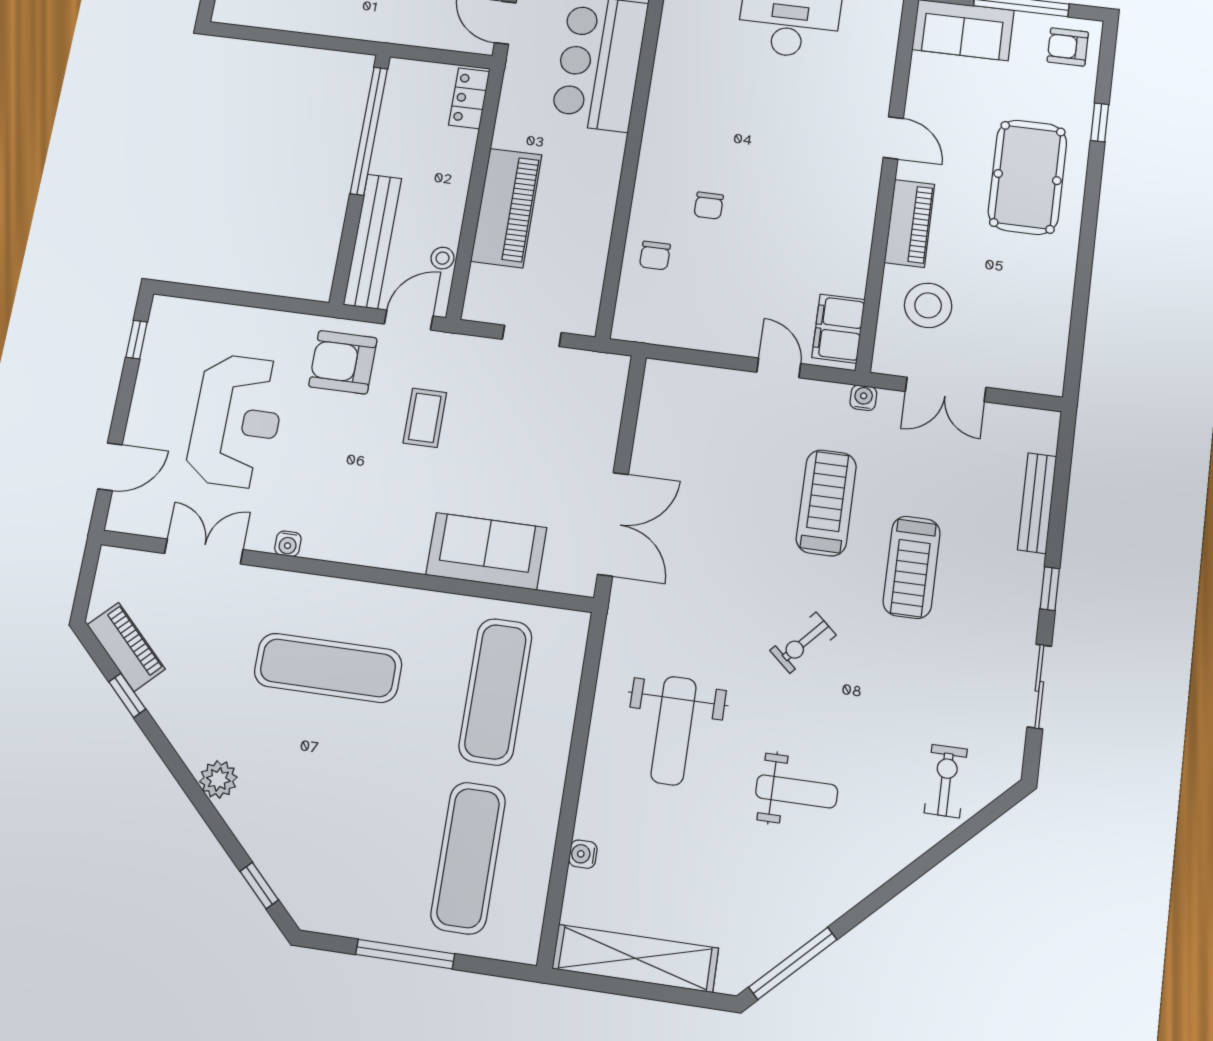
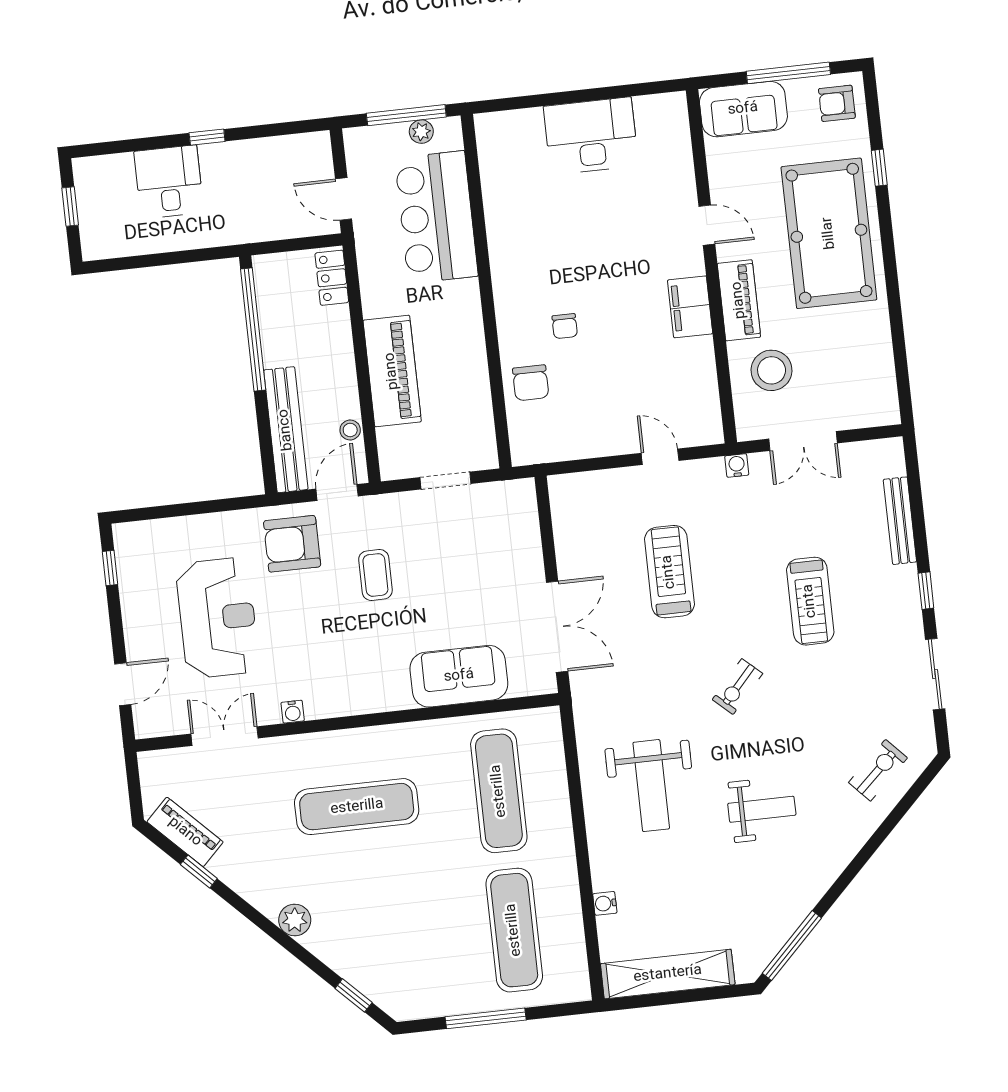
pool table: (1027, 177) -> (829, 233), width x1.36, depth x1.32
chair: (655, 256) -> (531, 383), width x1.37, depth x1.37
filing cabinet: (838, 329) -> (690, 307), moved
treadmill: (826, 503) -> (669, 572), moved
exercise bike: (946, 781) -> (878, 770), turned 47

